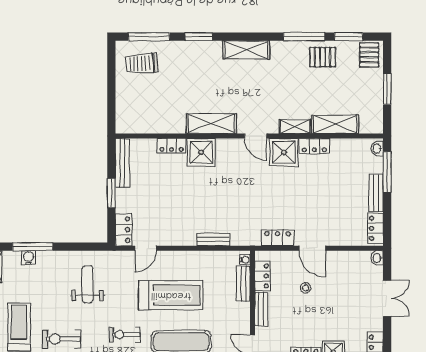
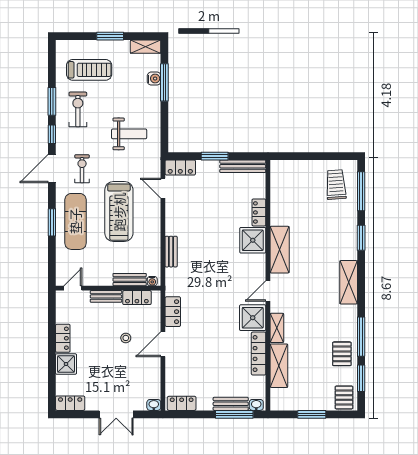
pallet: (369, 55) -> (344, 397), turned 90
locker: (314, 146) -> (259, 354), width x1.53
bench: (376, 193) -> (231, 404), moved

